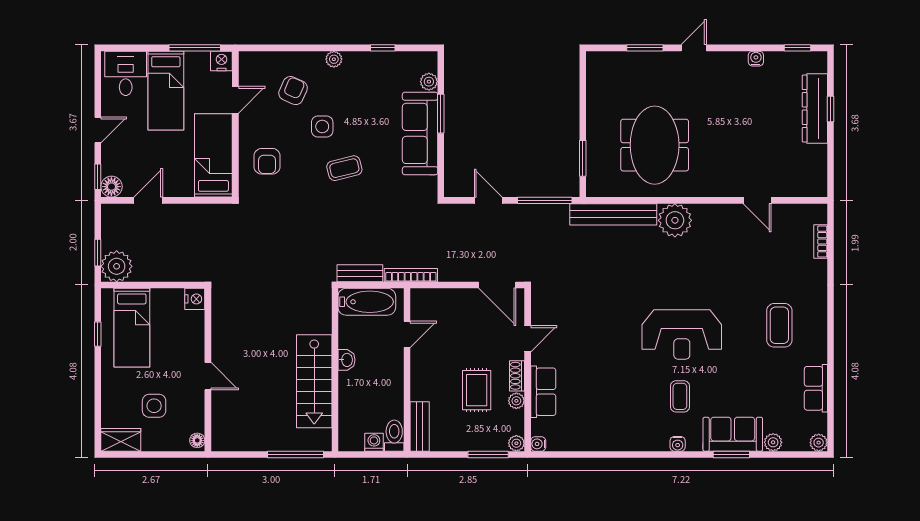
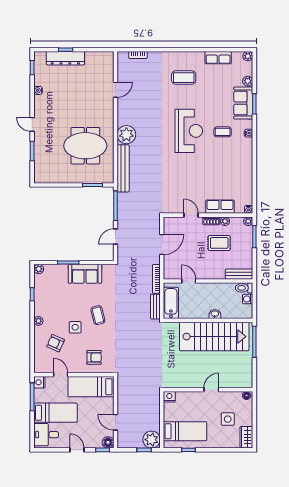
plant: (429, 82) -> (39, 269), moved
sofa: (420, 133) -> (85, 274), width x0.73
door: (497, 285) -> (162, 244), moved
washbasin: (347, 360) -> (215, 314), moved
stairs: (314, 381) -> (214, 337), width x1.36, depth x1.51

